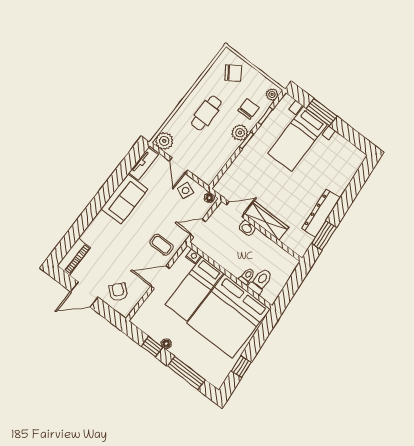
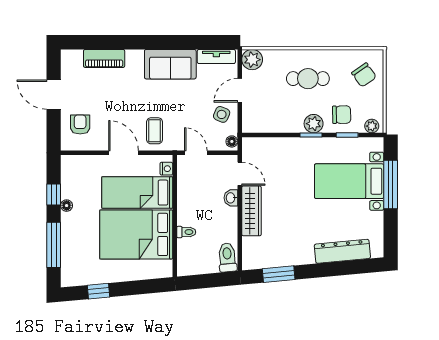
window: (322, 112) -> (391, 184), width x1.44
dresser: (321, 213) -> (342, 251), moved
piano: (74, 257) -> (104, 58), moved
toilet: (260, 281) -> (227, 257), moved, turned -95
armchair: (118, 292) -> (80, 124), turned -41
bed: (228, 316) -> (136, 234), width x0.73

